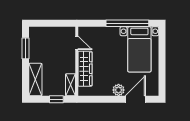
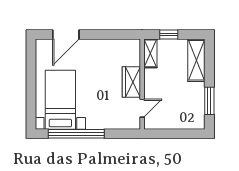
door: (77, 43) -> (142, 108), swing flipped
wardrobe: (85, 69) -> (131, 82), width x0.67
plant: (119, 90) -> (88, 47), removed

